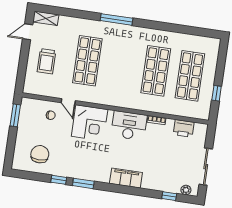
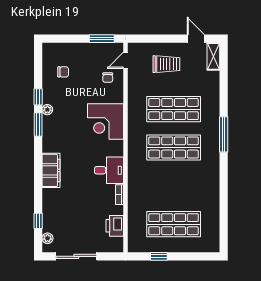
trolley: (46, 61) -> (166, 64), turned 180
shop shelf: (156, 71) -> (174, 147), moved
door: (68, 102) -> (126, 60), moved
desk: (129, 126) -> (109, 170), width x0.73
chair: (40, 154) -> (63, 72), width x0.54, depth x0.54
plant: (71, 173) -> (47, 110), added

